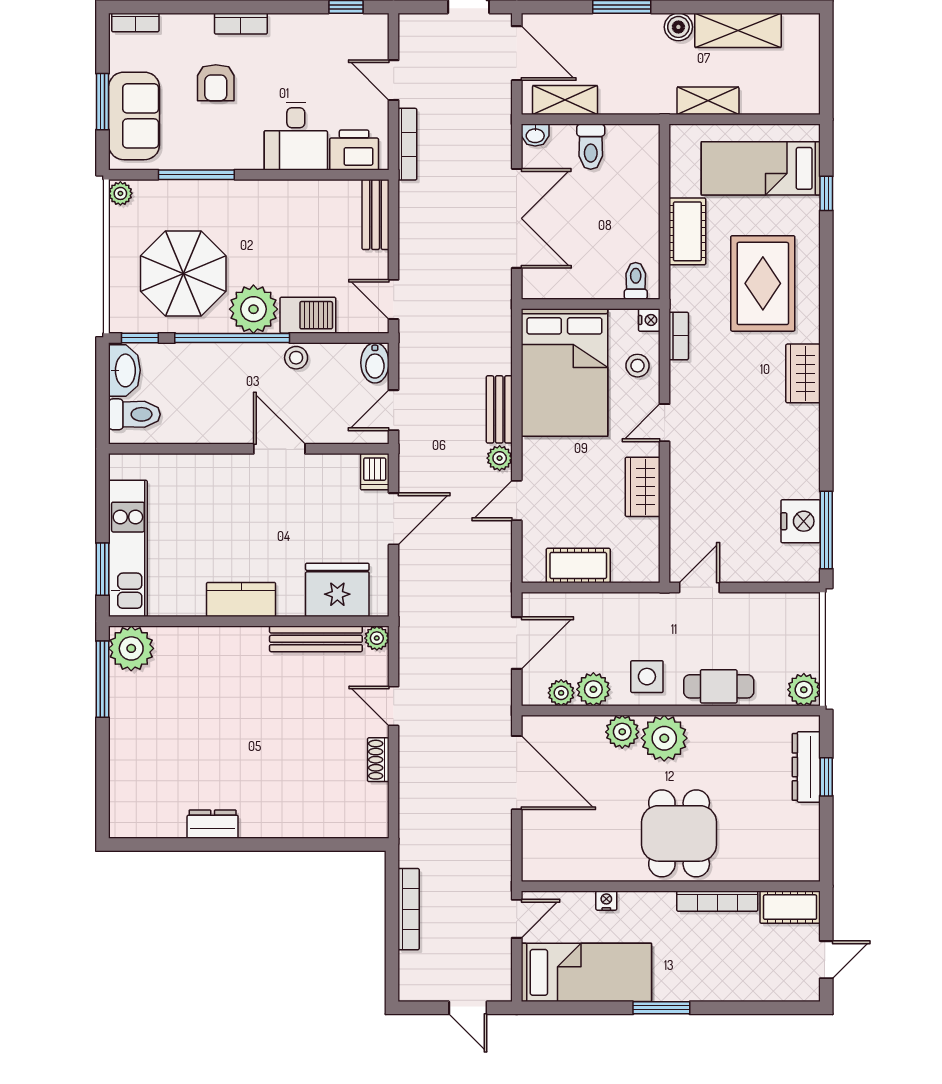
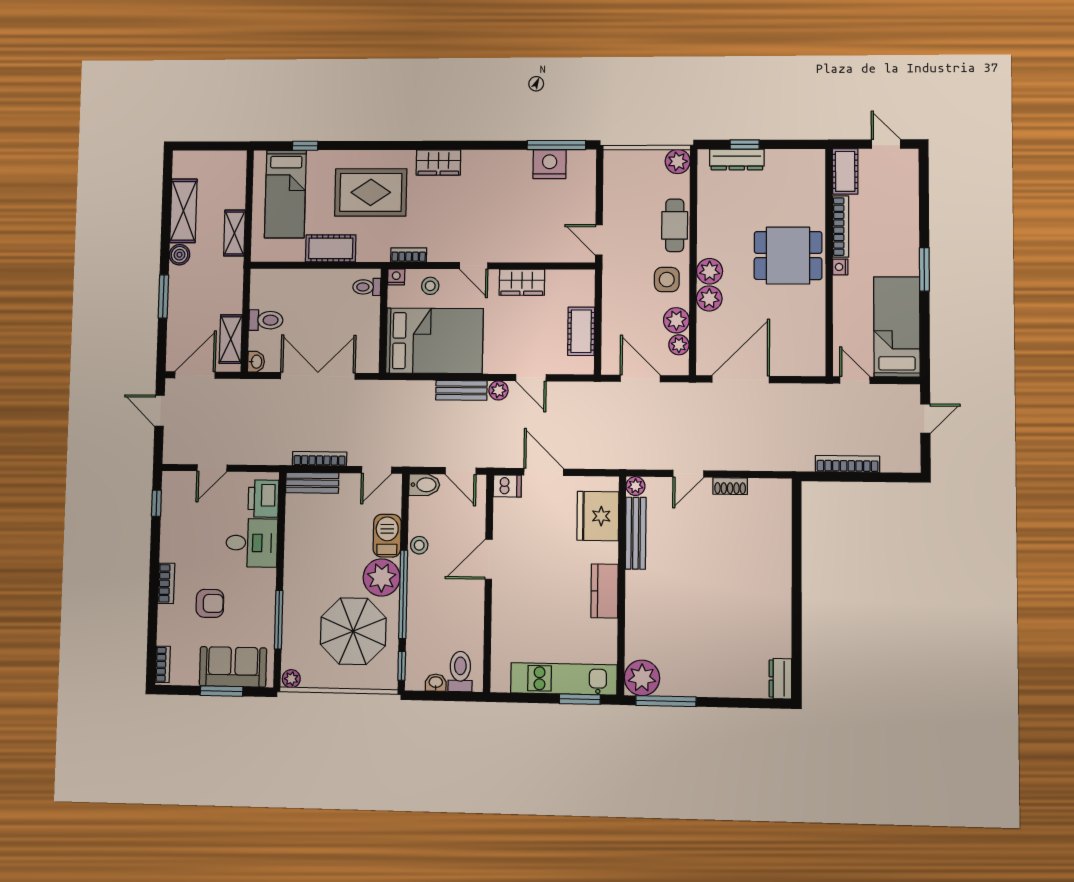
bookcase: (407, 144) -> (320, 459), moved
washbasin: (124, 370) -> (436, 683), width x0.52, depth x0.69
plant: (664, 738) -> (710, 271), width x0.73, depth x0.73
dresser: (213, 824) -> (780, 679), moved
nightstand: (606, 901) -> (840, 267), moved

